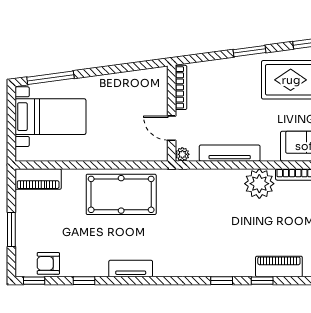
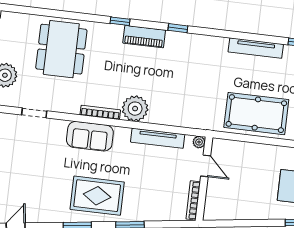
piano: (279, 266) -> (144, 37), moved
tv unit: (131, 269) -> (256, 48), width x1.41
window: (262, 281) -> (120, 21), moved

